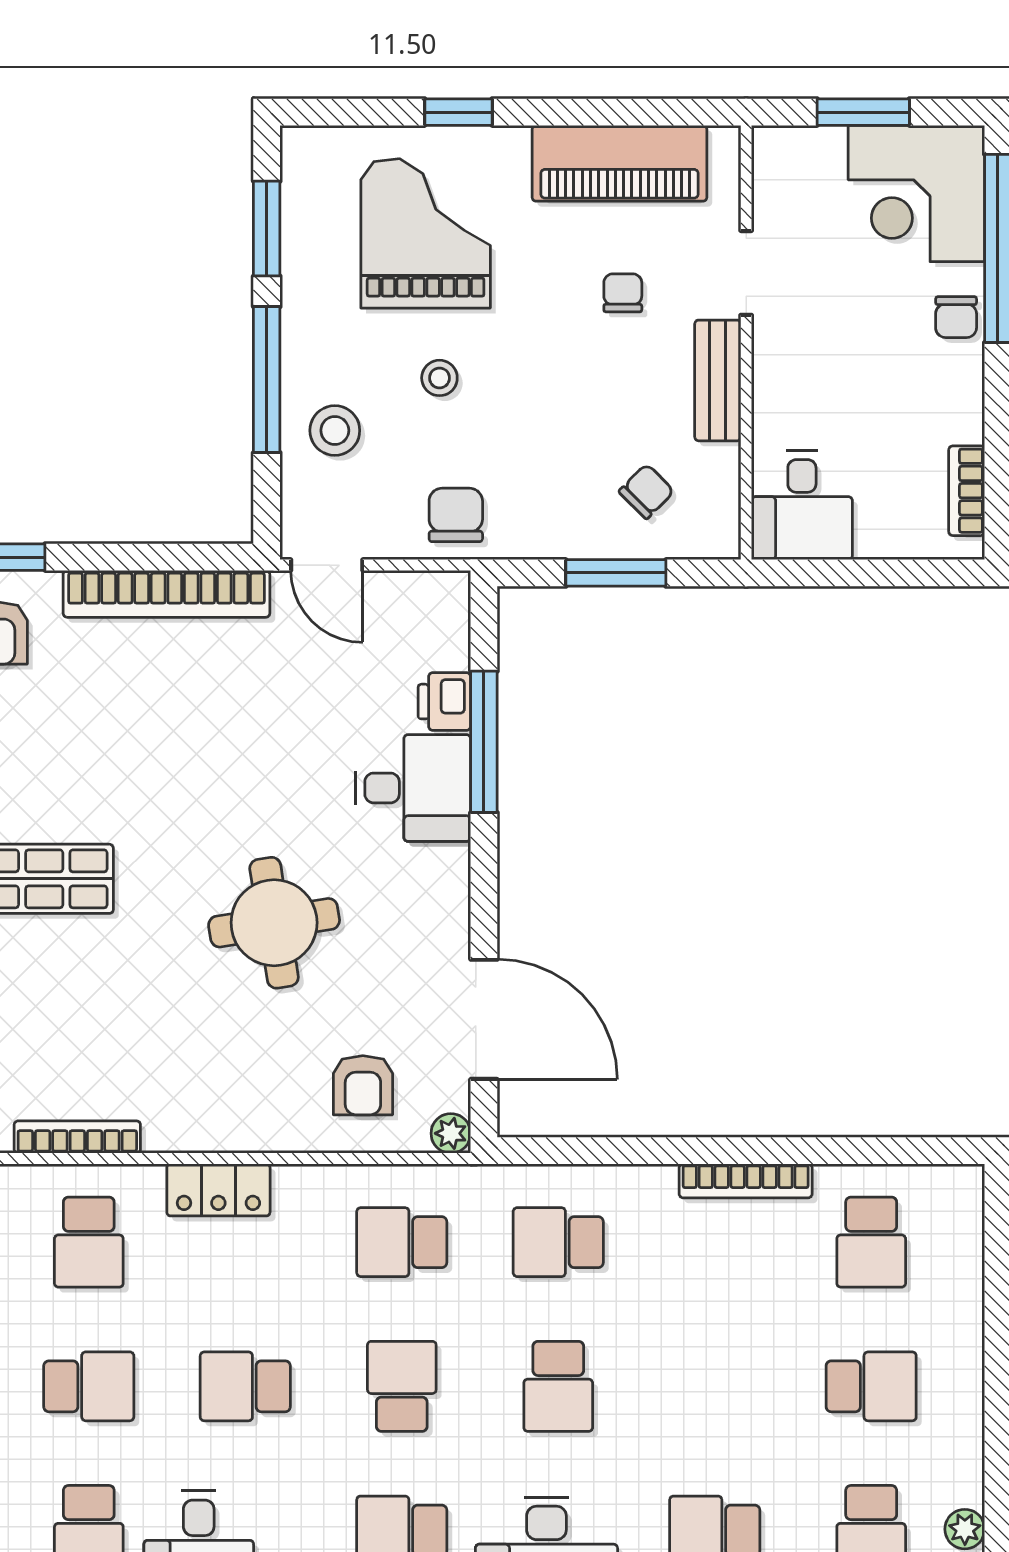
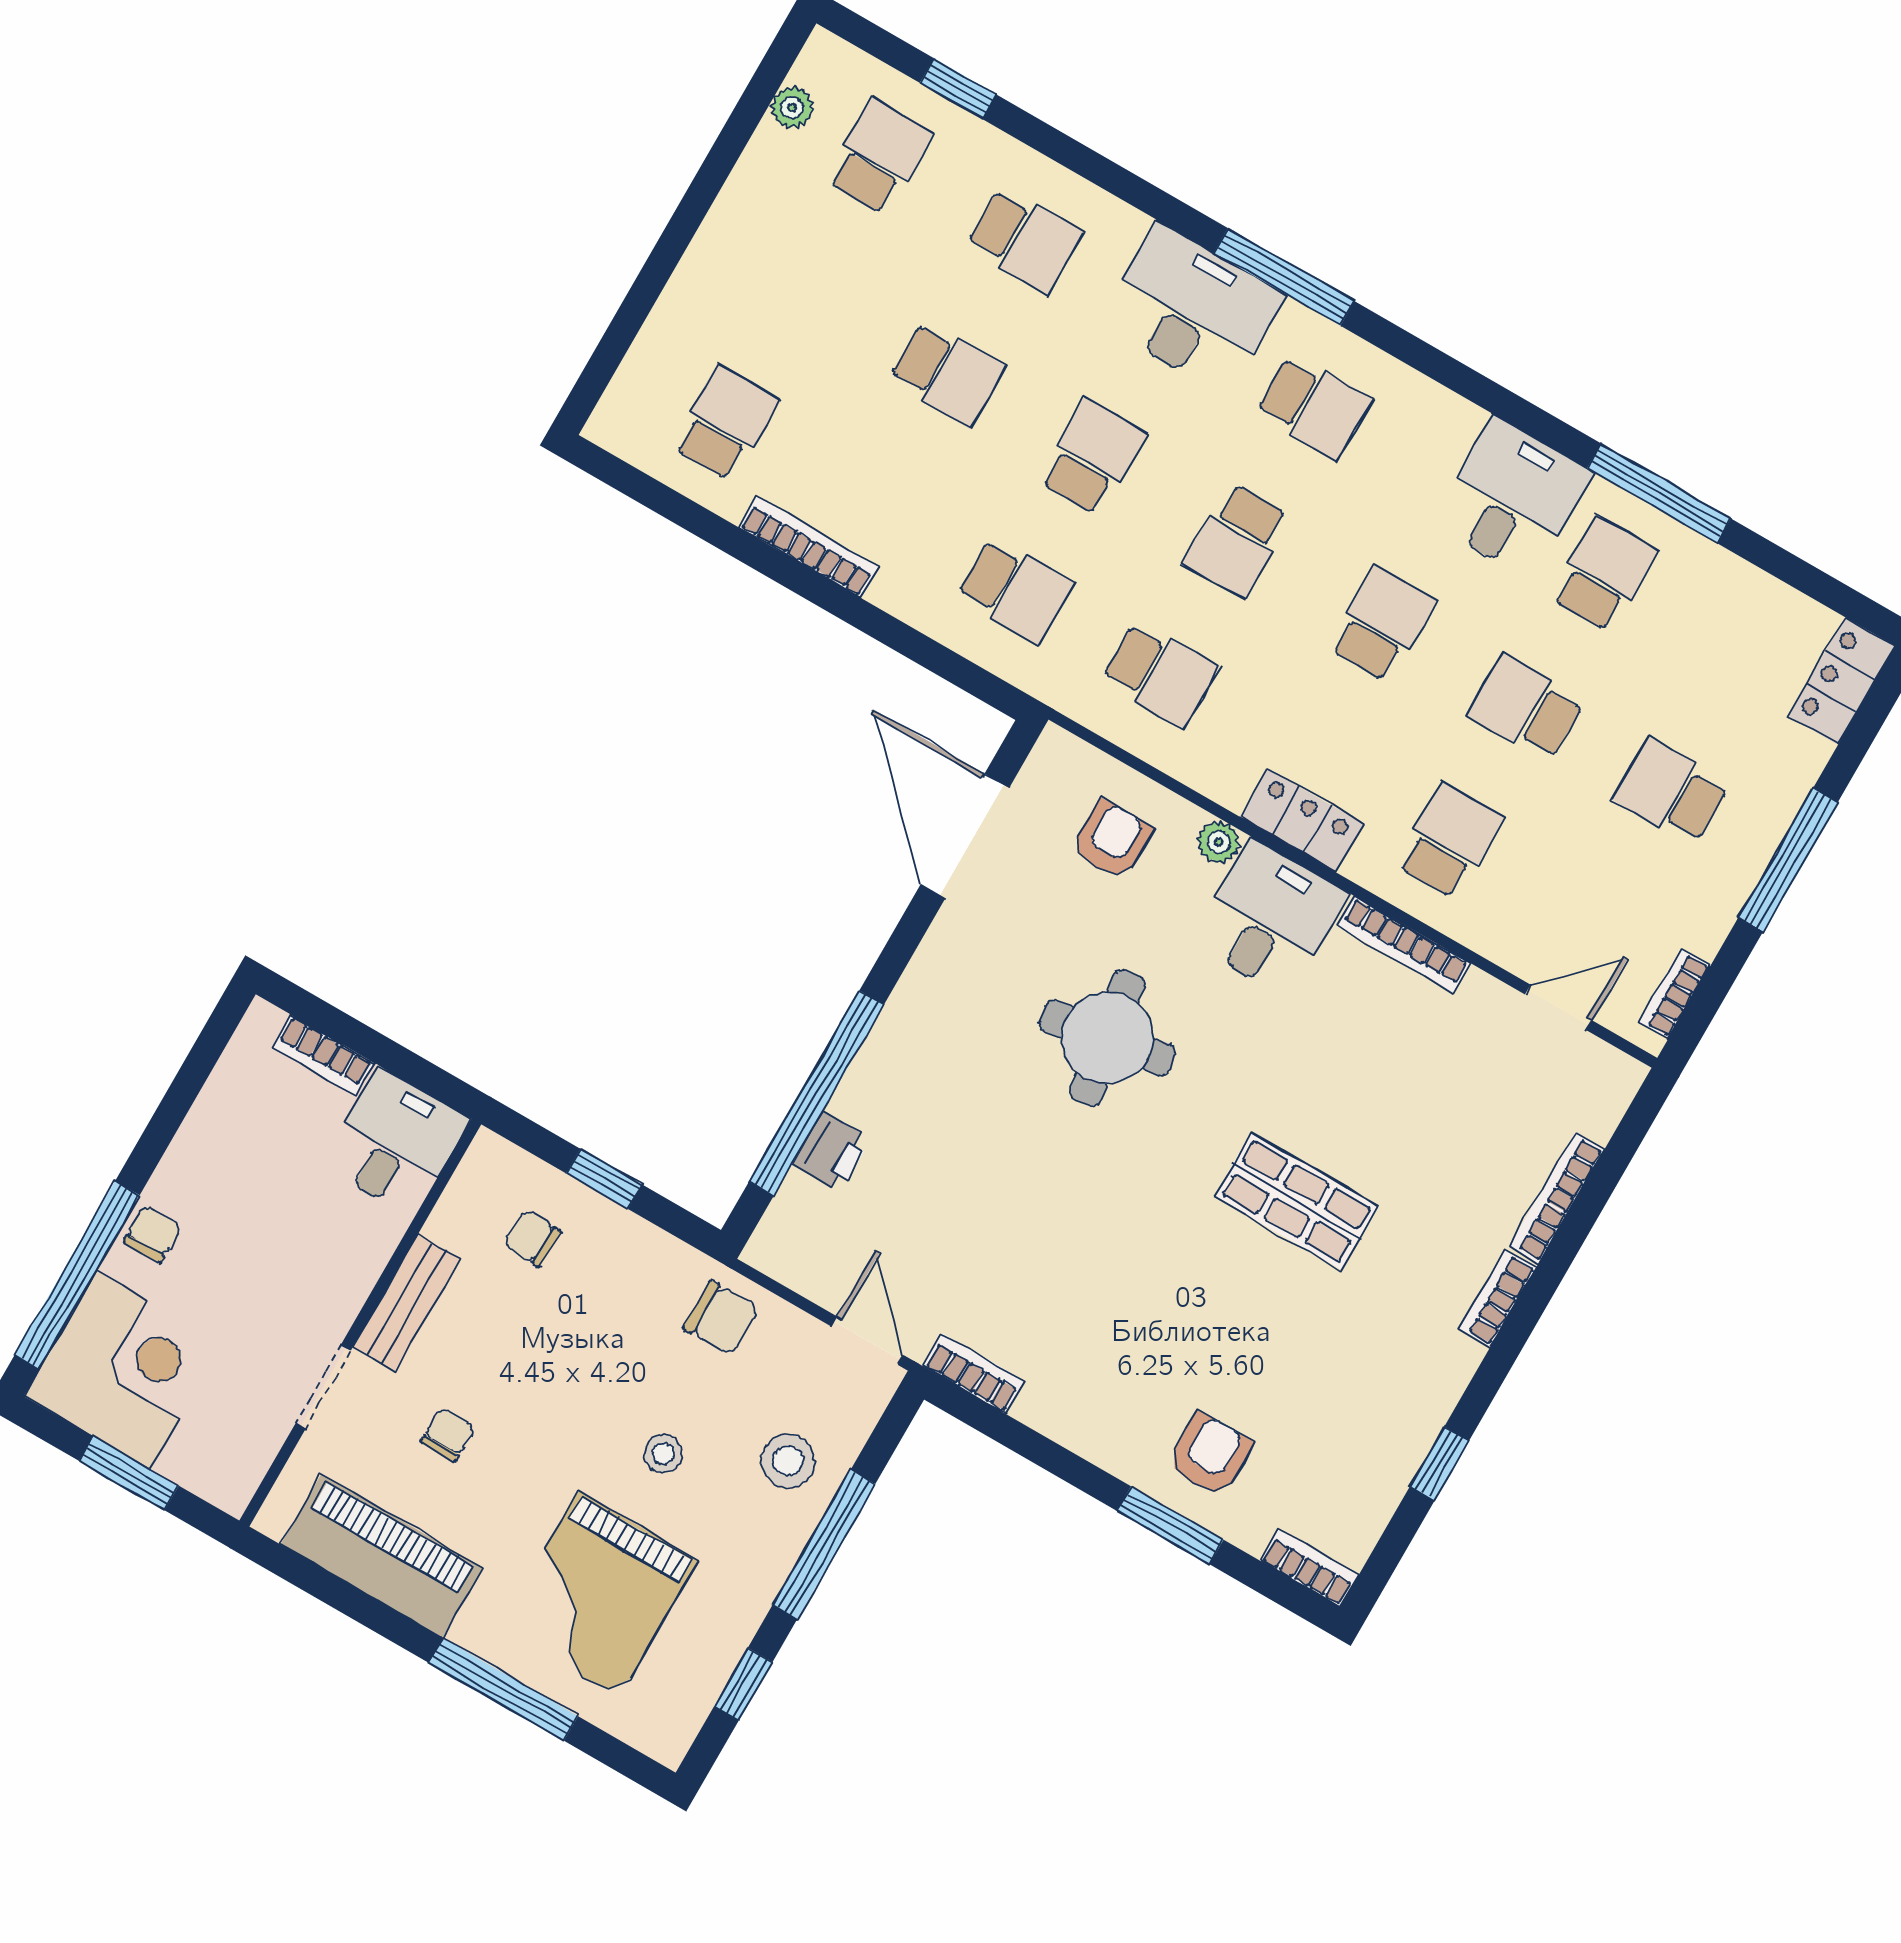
window: (458, 112) -> (503, 1690), width x2.17
window: (267, 229) -> (743, 1684), width x0.67
chair: (623, 293) -> (448, 1434), turned 180
chair: (647, 491) -> (532, 1238), turned 47
bookcase: (967, 491) -> (323, 1055), moved, turned 90
chair: (456, 515) -> (721, 1318), turned -90
window: (616, 573) -> (604, 1179), width x0.67
bookcase: (166, 594) -> (974, 1374), width x0.43, depth x0.76
window: (484, 742) -> (816, 1093), width x1.46
desk: (413, 788) -> (1270, 918), moved, turned 90
plant: (451, 1133) -> (1219, 842), moved
school desk: (245, 1386) -> (1382, 624), turned -90
school desk: (871, 1386) -> (947, 373), moved, turned 180

